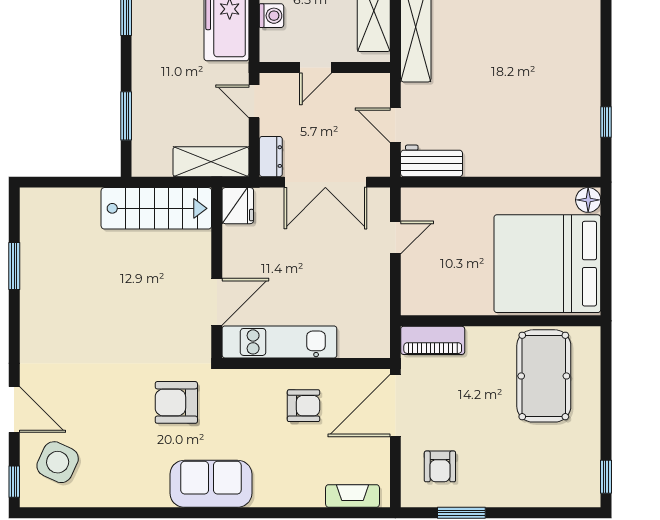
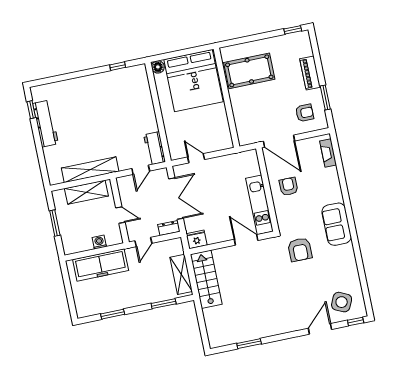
shelving: (211, 162) -> (181, 274), moved
piano: (433, 340) -> (310, 73), moved, turned 180

